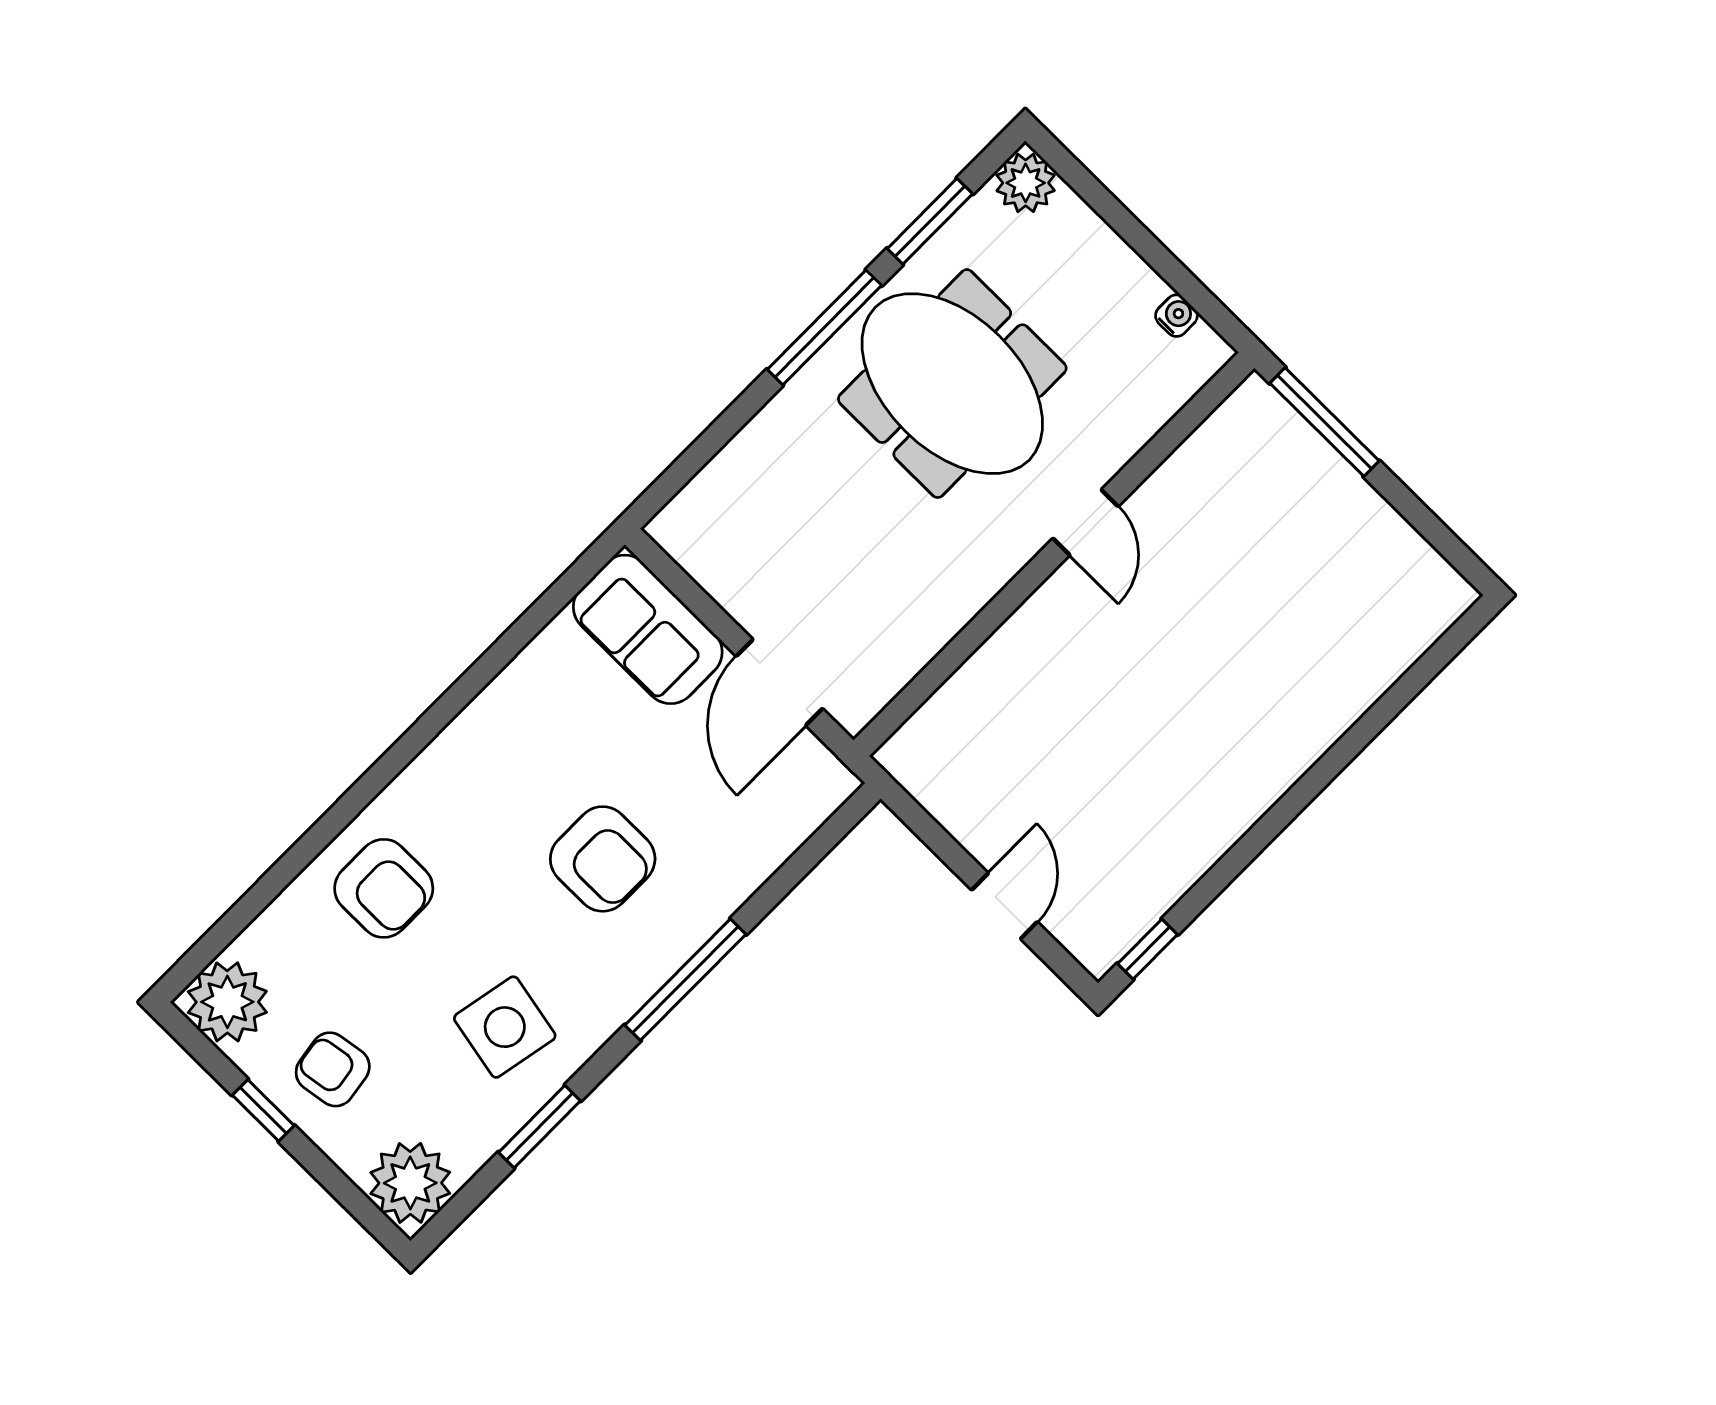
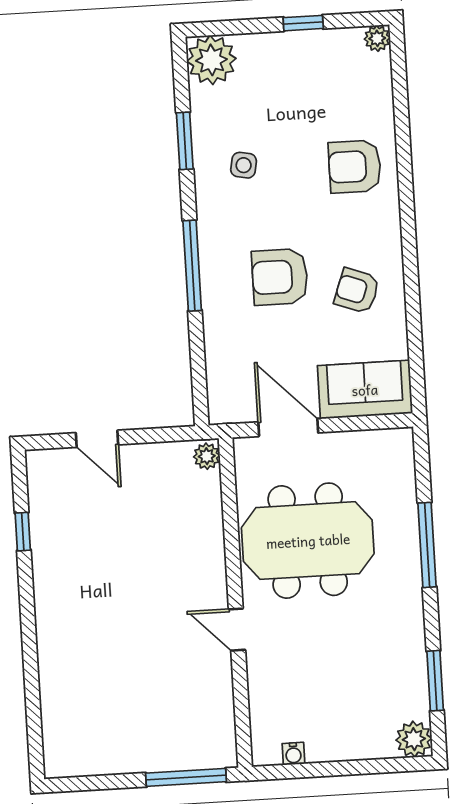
window: (824, 327) -> (427, 545), moved
meeting table: (952, 384) -> (308, 541), moved
plant: (905, 751) -> (207, 456), added
window: (1147, 949) -> (23, 532), moved
plant: (227, 1002) -> (377, 38), width x0.53, depth x0.53
side table: (505, 1027) -> (244, 165), width x0.54, depth x0.54
armchair: (333, 1069) -> (357, 291), moved, turned -151

